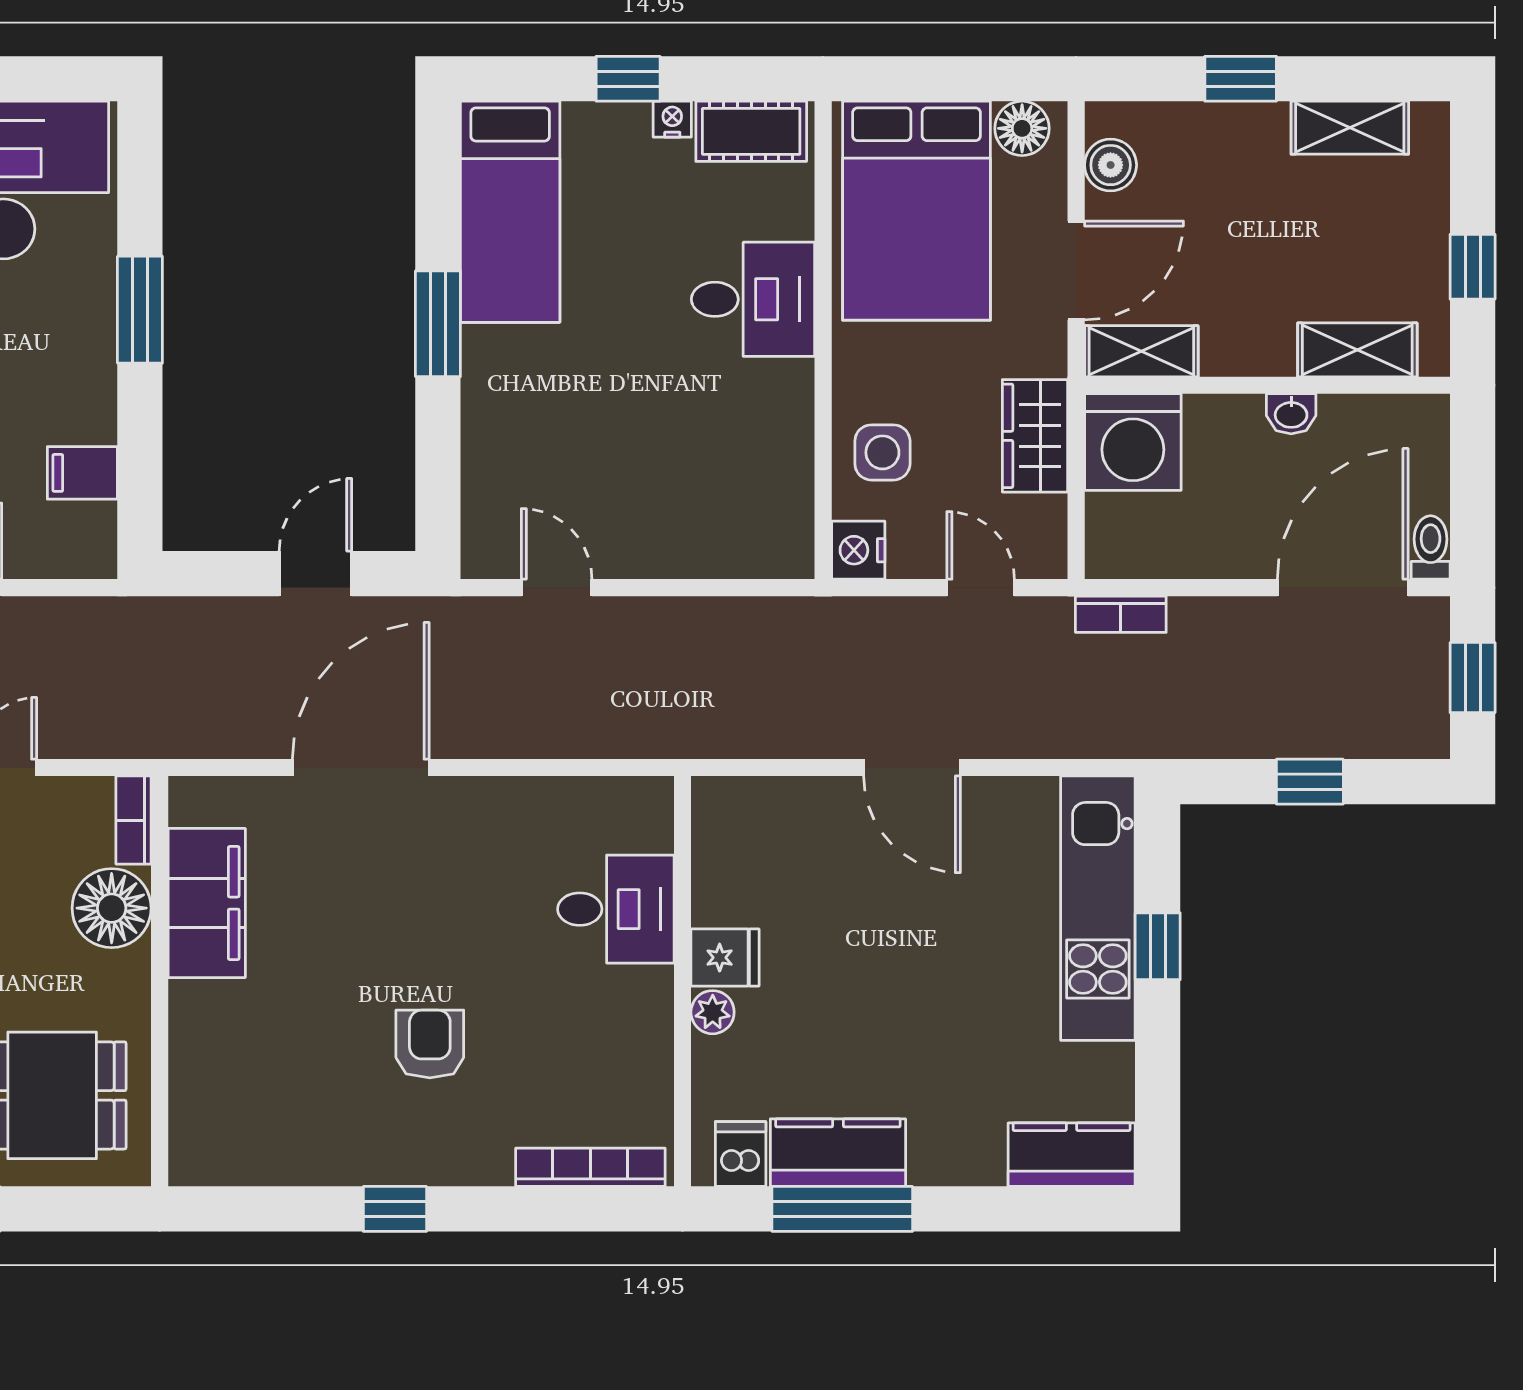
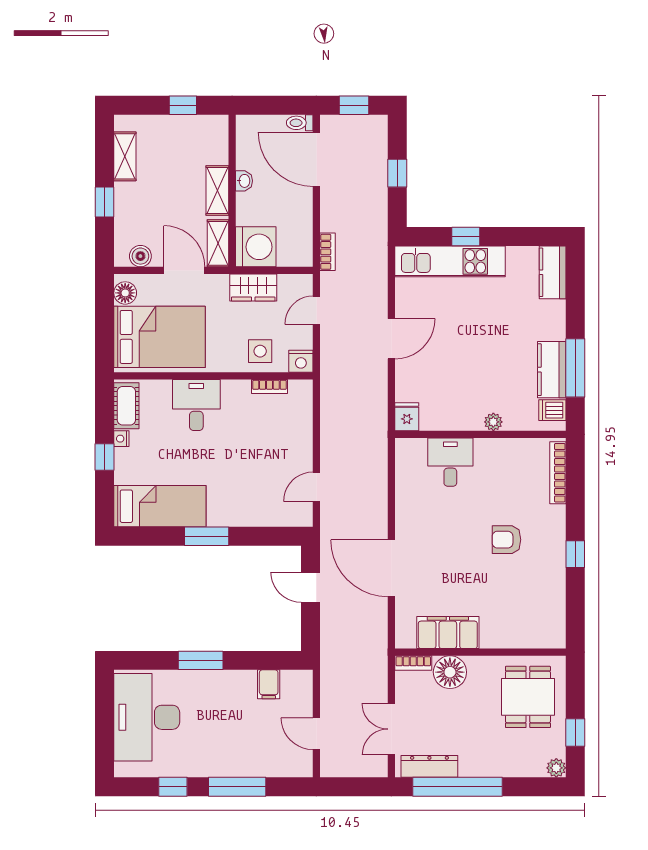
shelving: (1357, 350) -> (217, 190), moved
bookcase: (797, 475) -> (269, 386), added
fridge: (725, 958) -> (407, 417), moved

